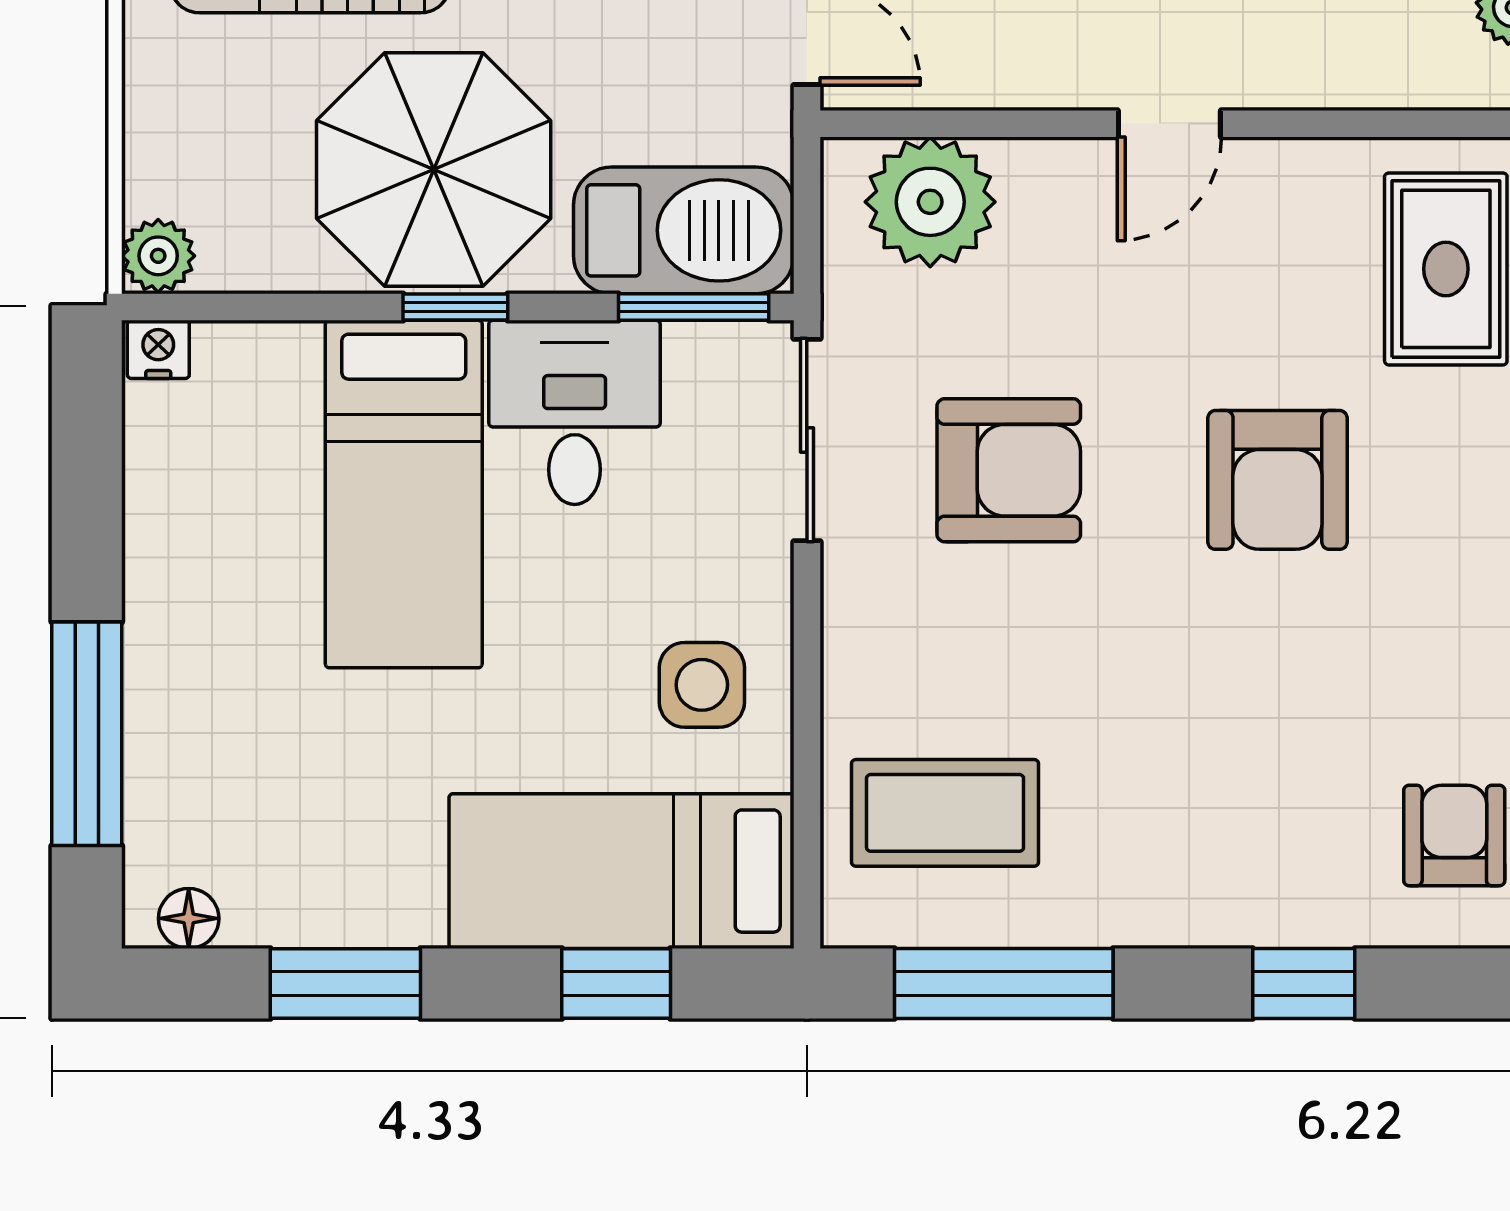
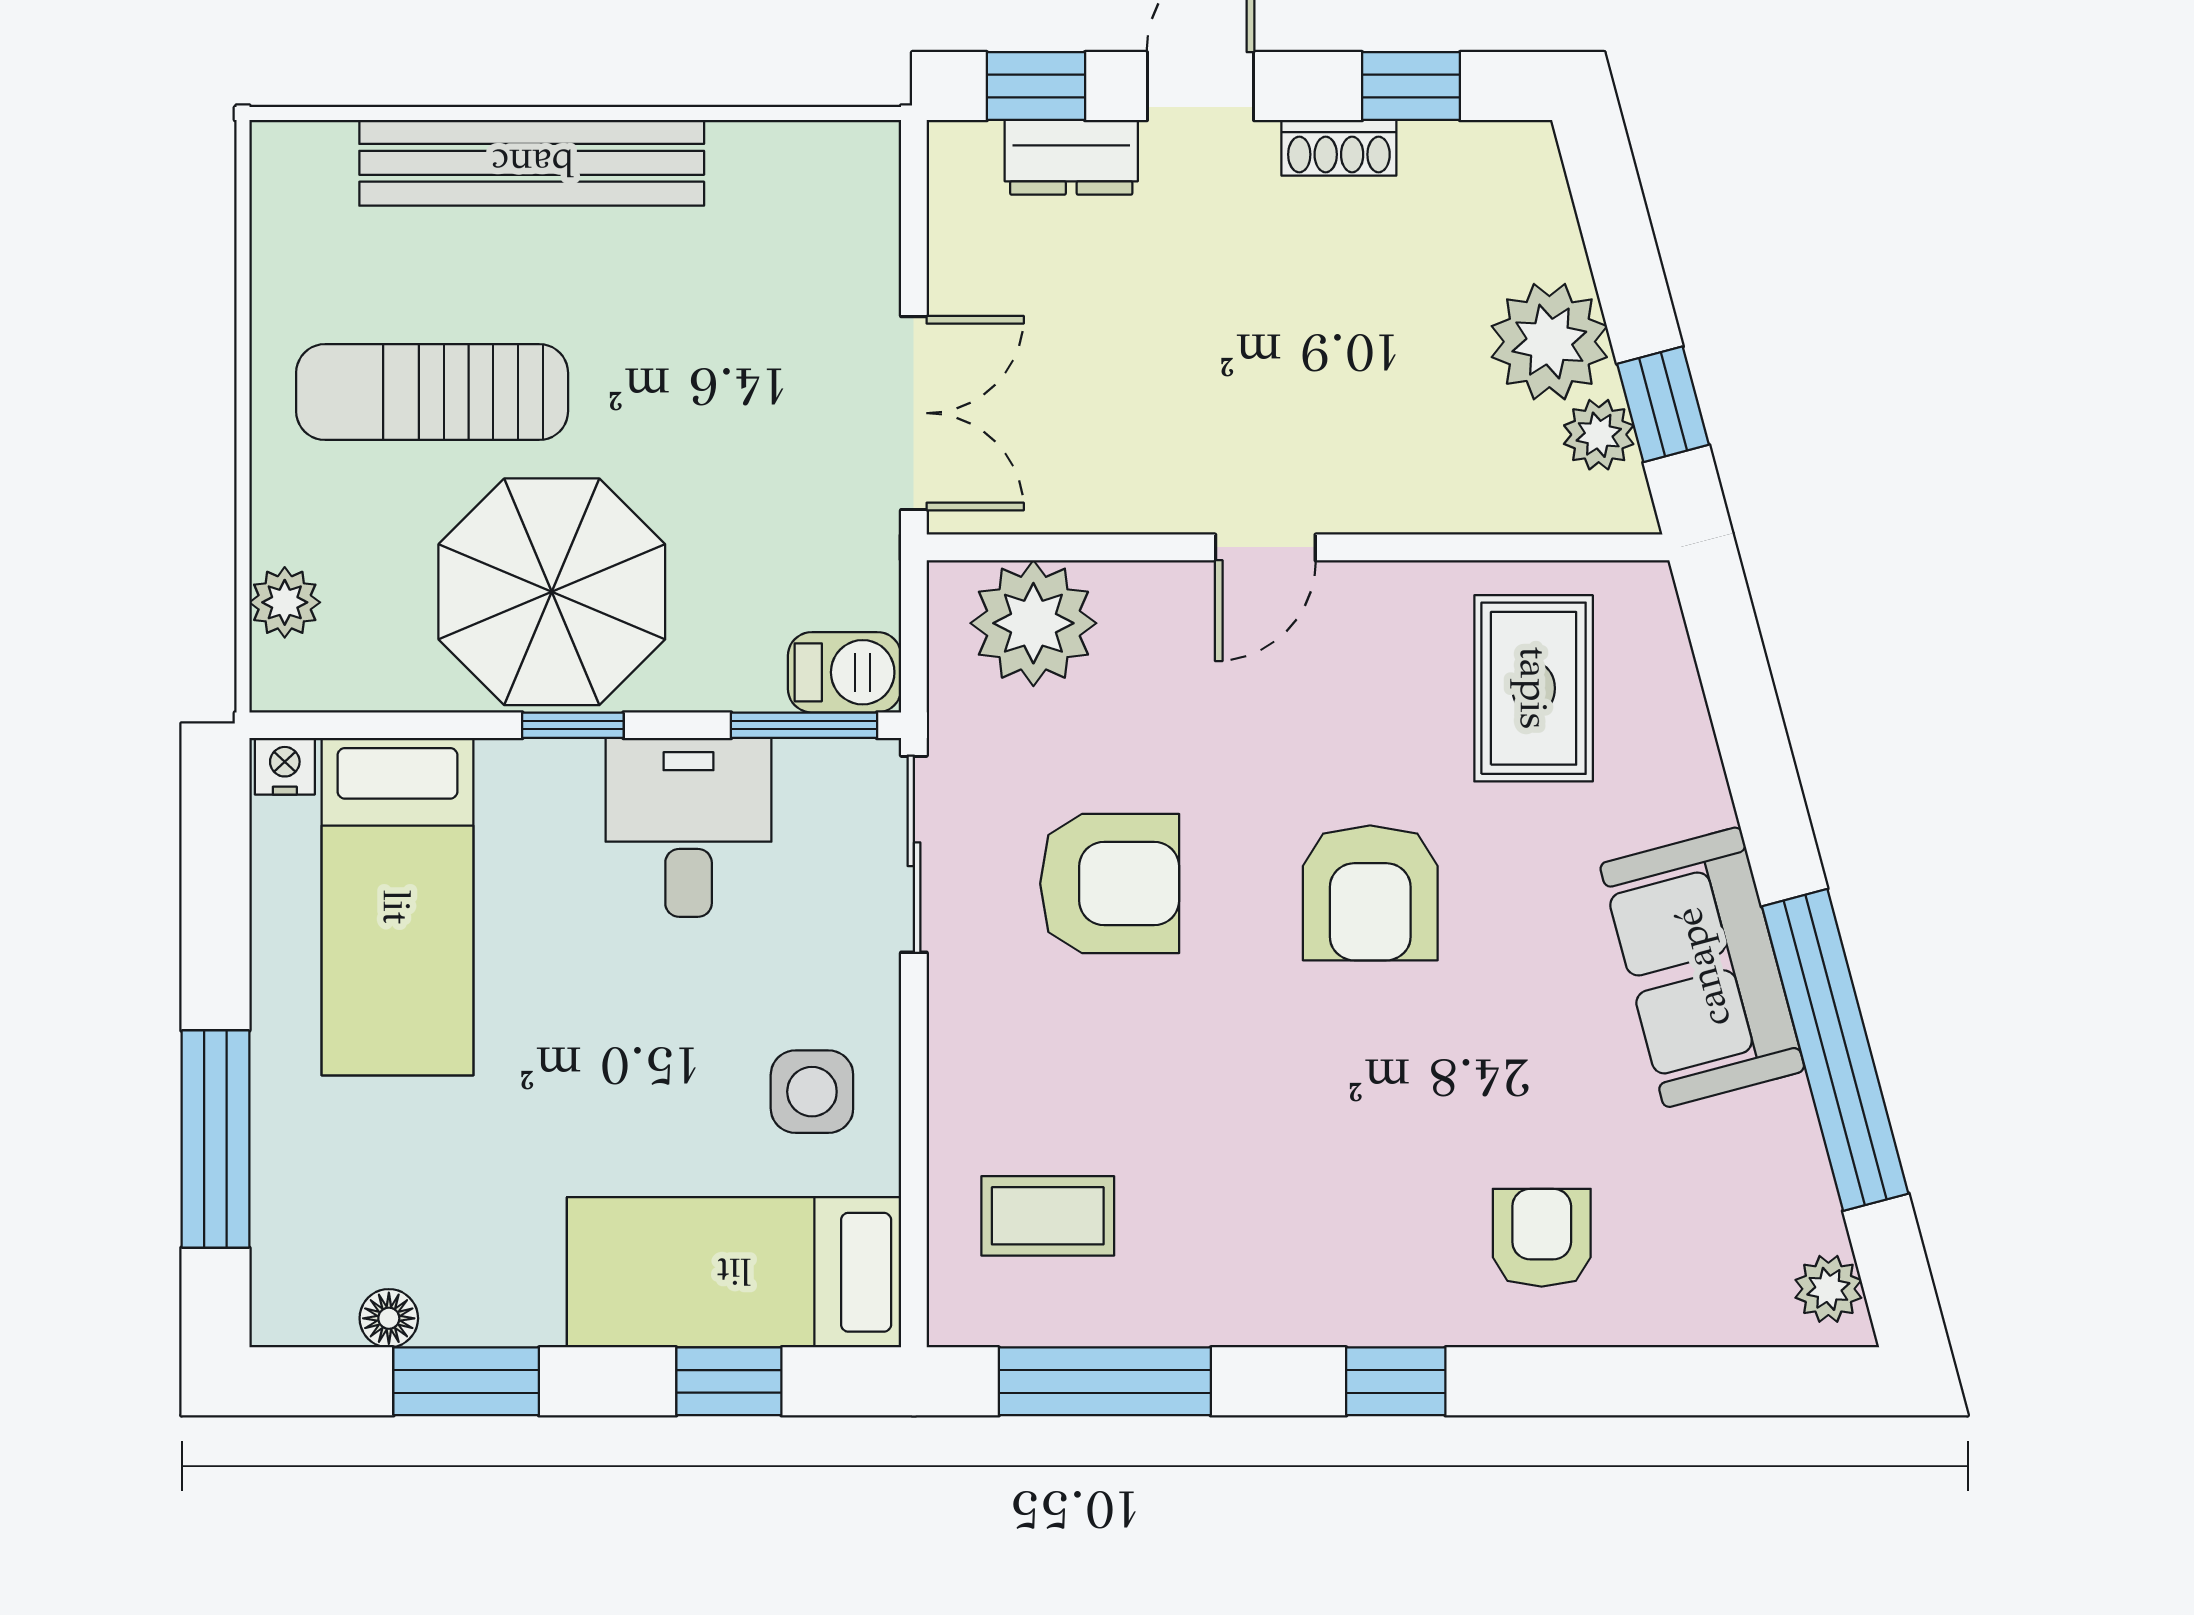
barbecue: (684, 230) -> (845, 672), width x0.53, depth x0.65
plant: (158, 256) -> (285, 602), moved
bed: (404, 494) -> (397, 907), moved
coffee table: (945, 813) -> (1048, 1216), width x0.73, depth x0.77
floor lamp: (189, 918) -> (389, 1318), moved

